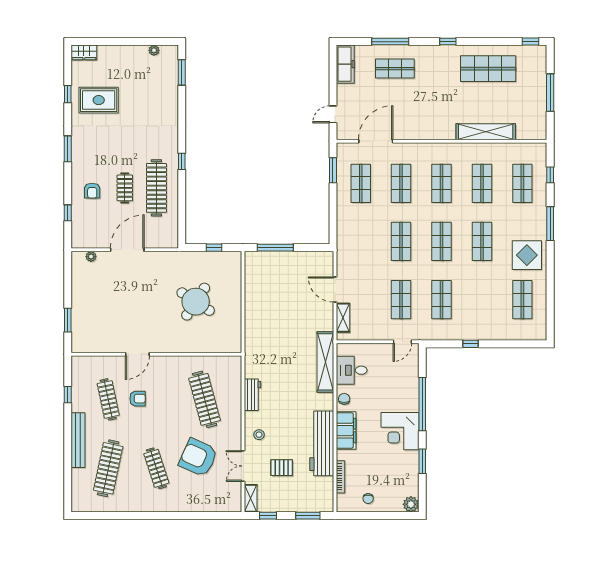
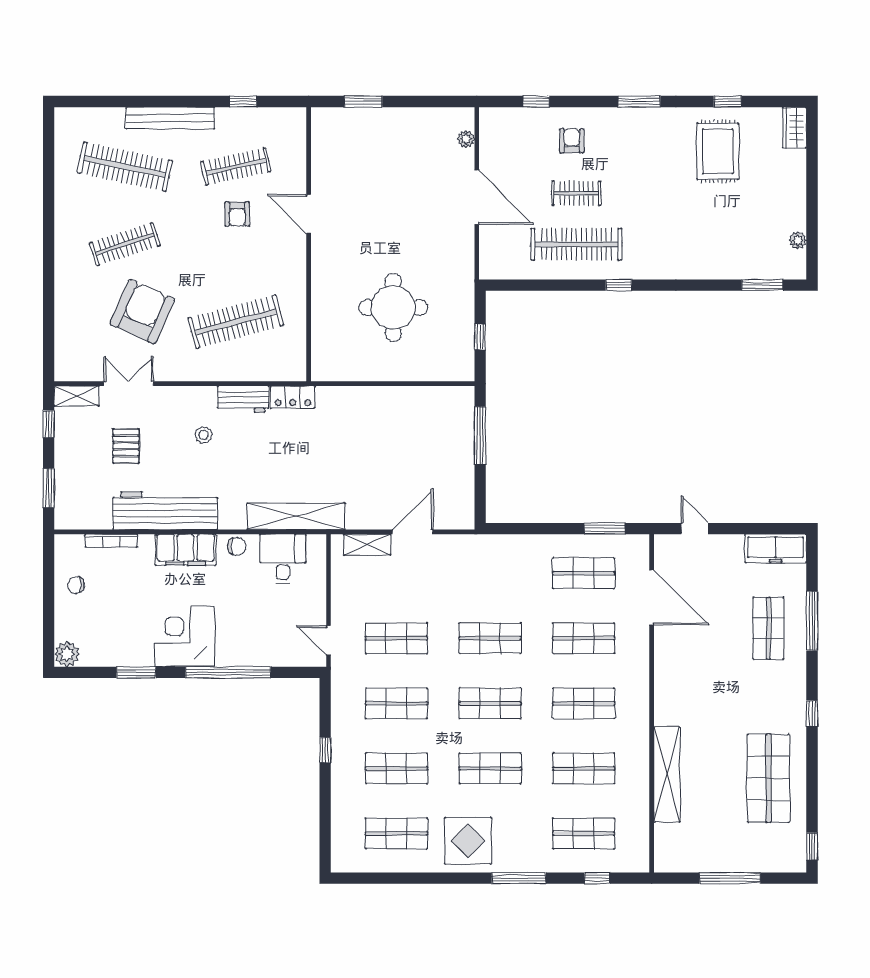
armchair: (92, 191) -> (572, 141), turned 90
shop shelf: (482, 300) -> (396, 768), added
round table: (196, 302) -> (393, 307), turned -33
locker: (251, 364) -> (293, 397), added
stool: (259, 435) -> (204, 435), moved

